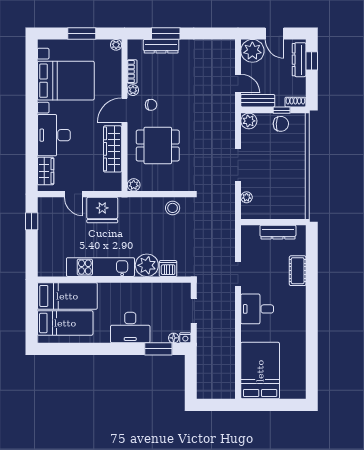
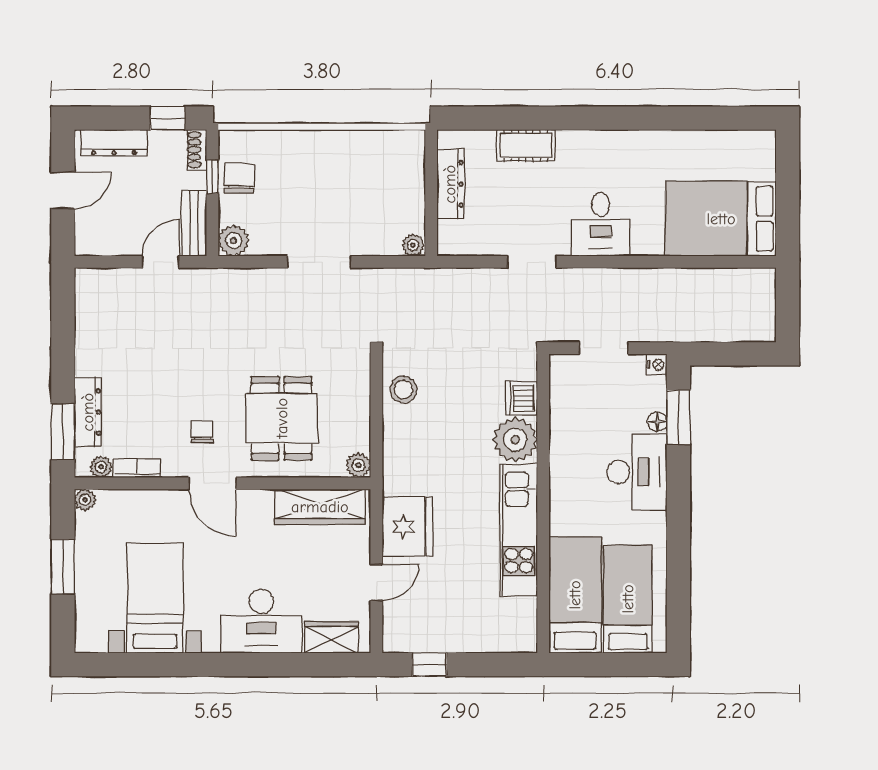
window: (166, 33) -> (63, 432), moved
plant: (252, 51) -> (97, 234), removed
window: (312, 61) -> (168, 118), moved
bed with nightstands: (66, 81) -> (155, 598), width x0.73
plant: (133, 90) -> (101, 467), moved
wardrobe: (113, 149) -> (320, 507), moved
plant: (247, 197) -> (413, 245), moved
floor lamp: (174, 338) -> (657, 422), moved

